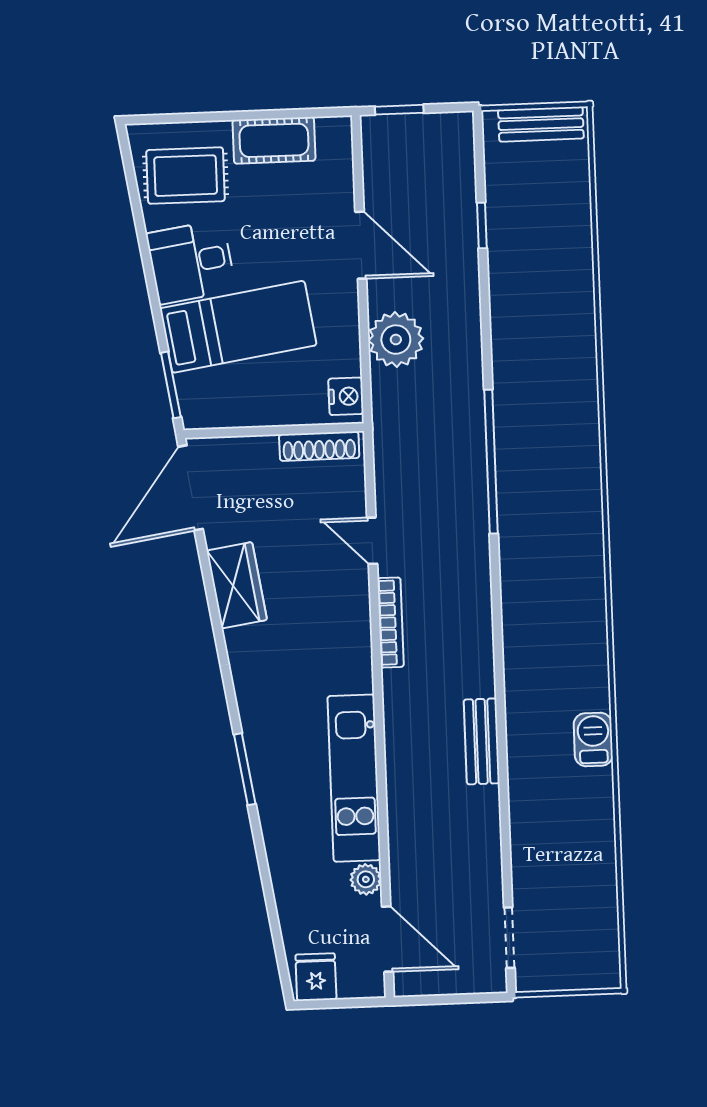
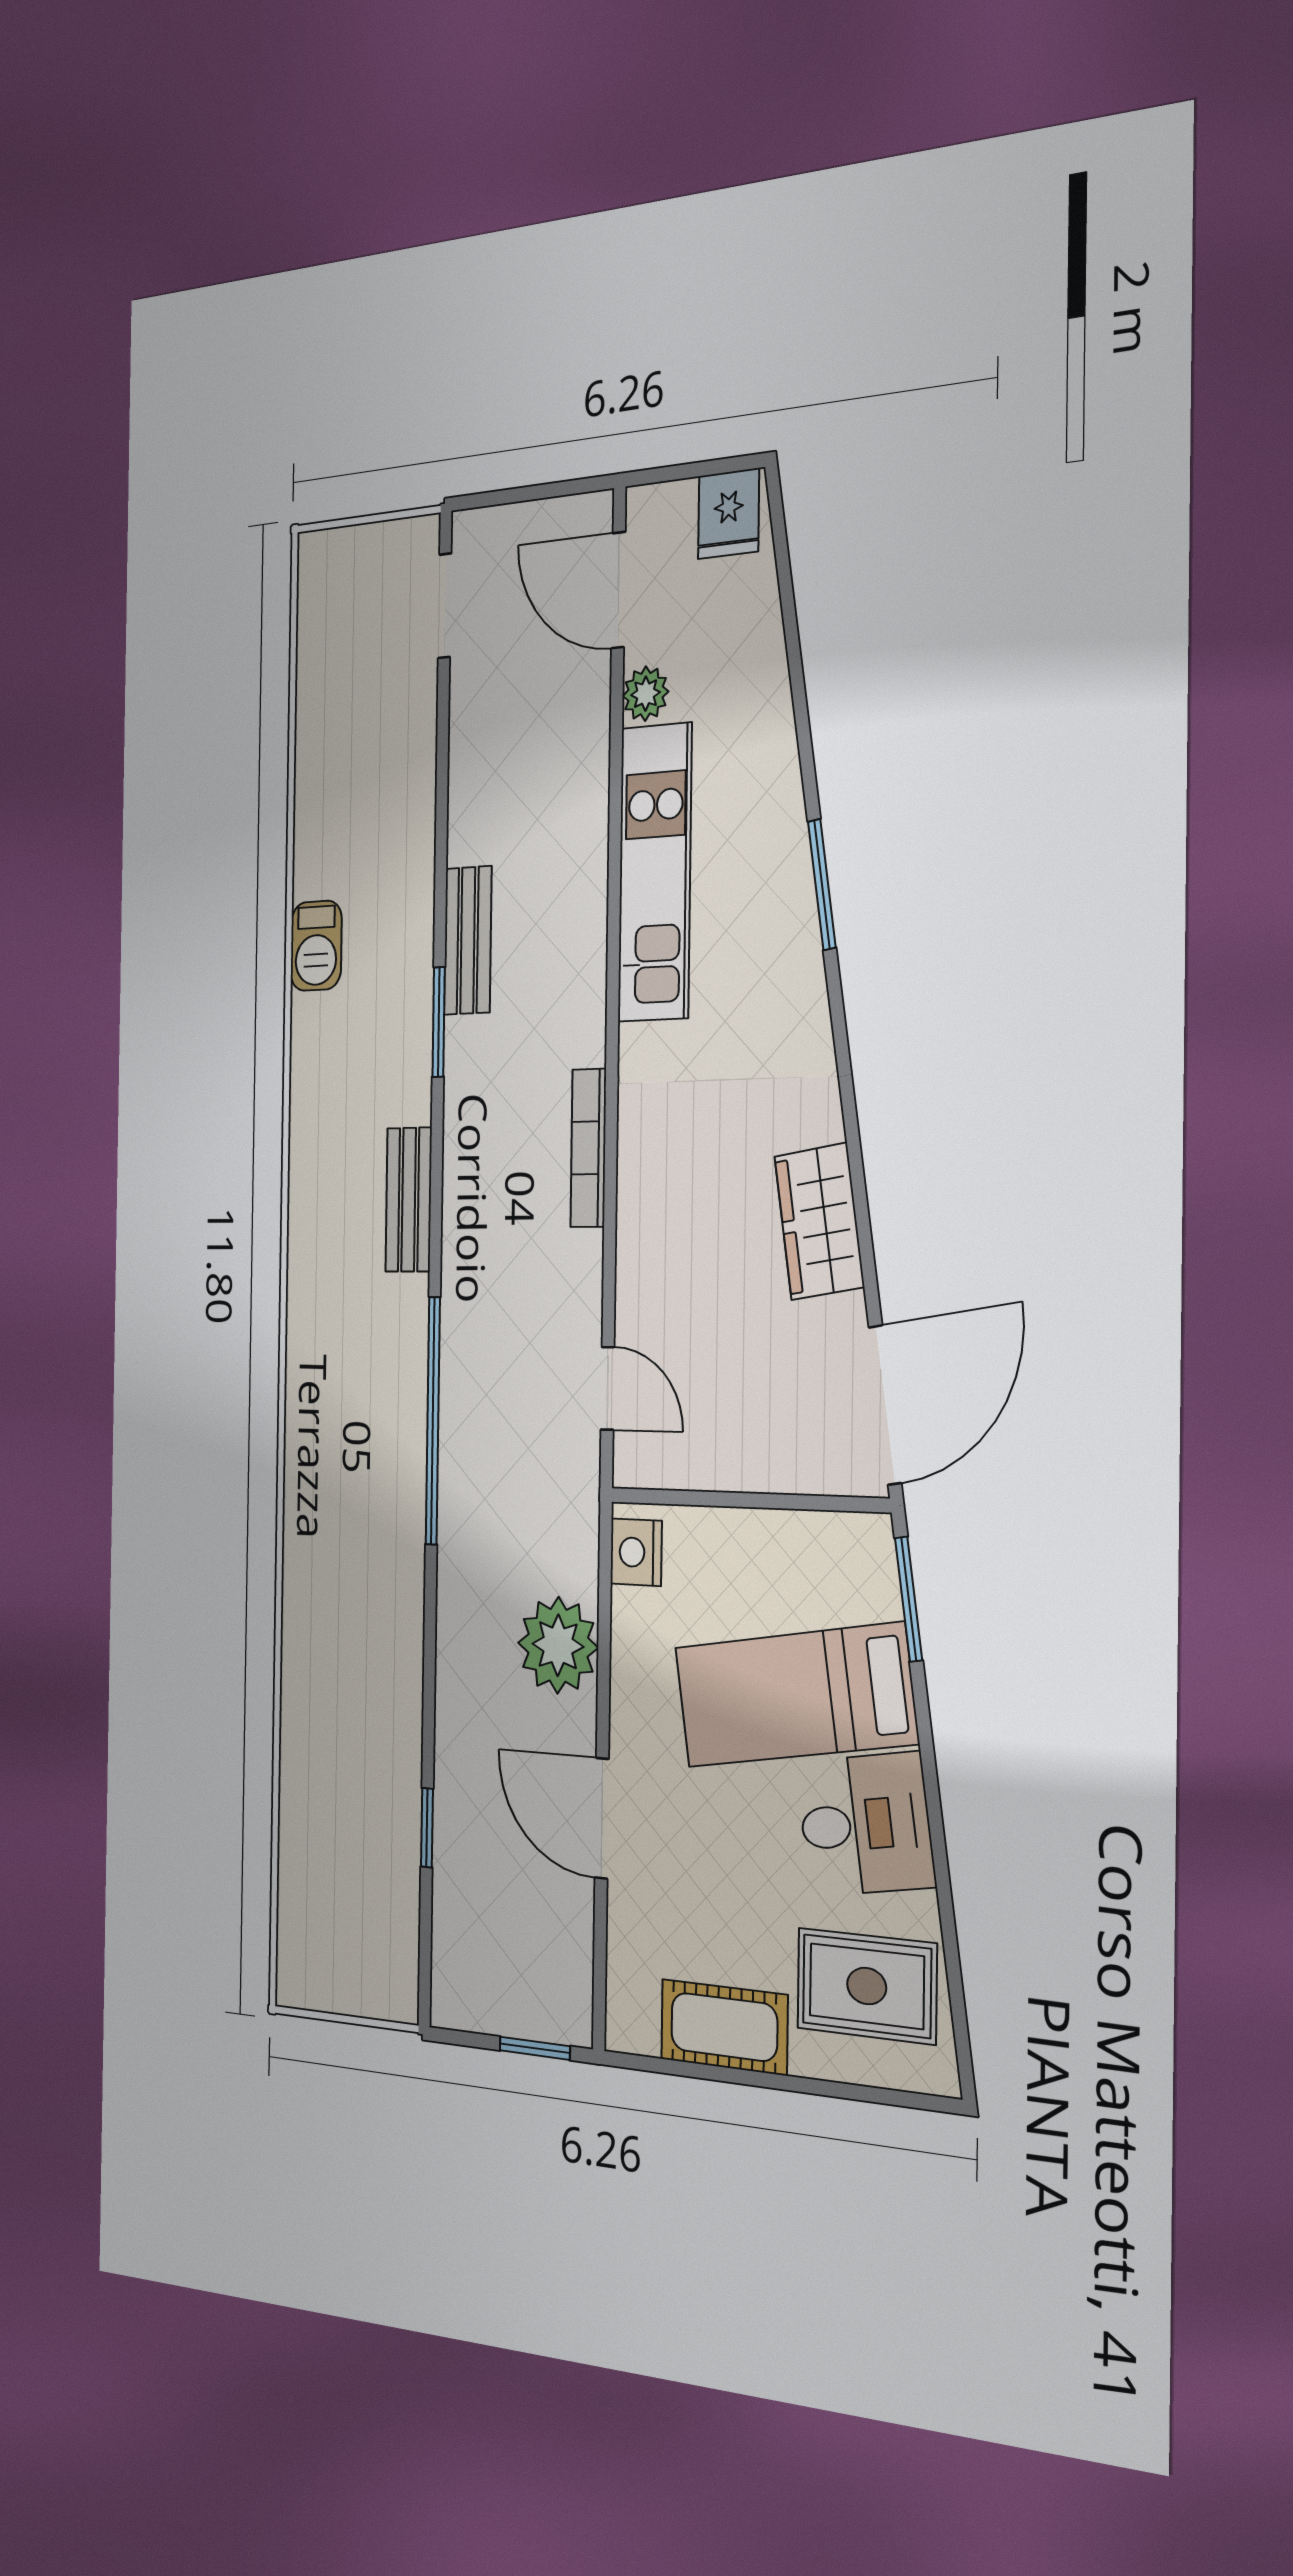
bench: (541, 124) -> (409, 1200), moved, turned 90
shoe rack: (319, 446) -> (680, 1467), removed
door: (372, 541) -> (608, 1388), moved
window: (500, 694) -> (439, 1022), added

